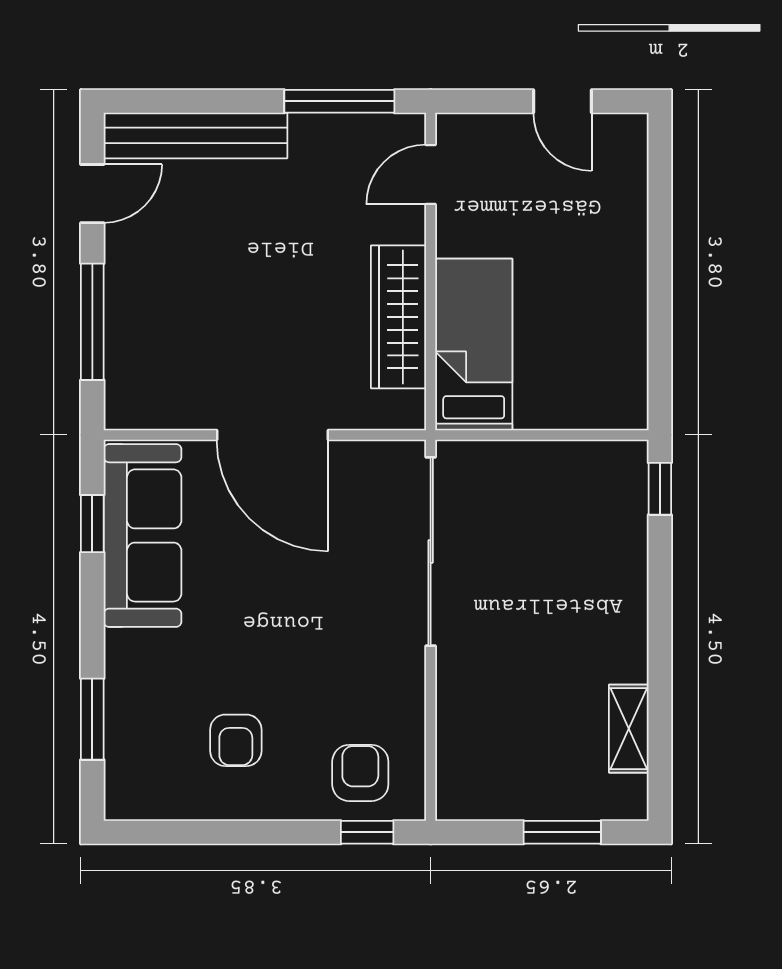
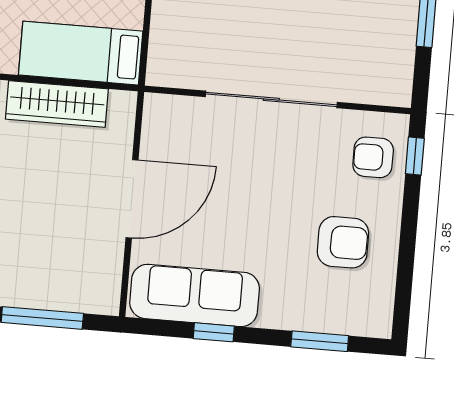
window: (92, 524) -> (214, 332), moved
sliding door: (431, 551) -> (271, 99), moved
armchair: (236, 740) -> (343, 242), width x1.38, depth x1.38

